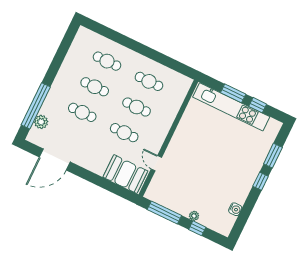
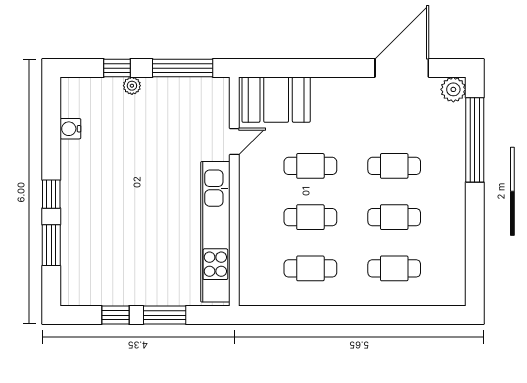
kitchen unit: (231, 107) -> (215, 232), moved, turned -90
plant: (41, 122) -> (453, 89), moved
door: (156, 163) -> (234, 142), hinge flipped

